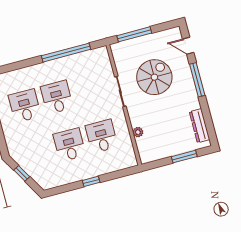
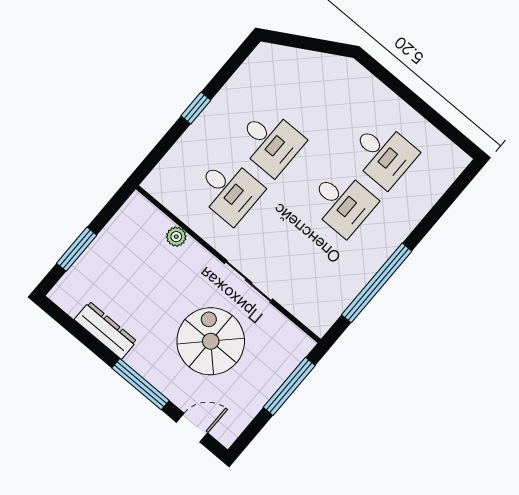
spiral stairs: (154, 77) -> (211, 341), turned 180
dresser: (200, 126) -> (105, 330), moved
window: (22, 173) -> (314, 45), removed

